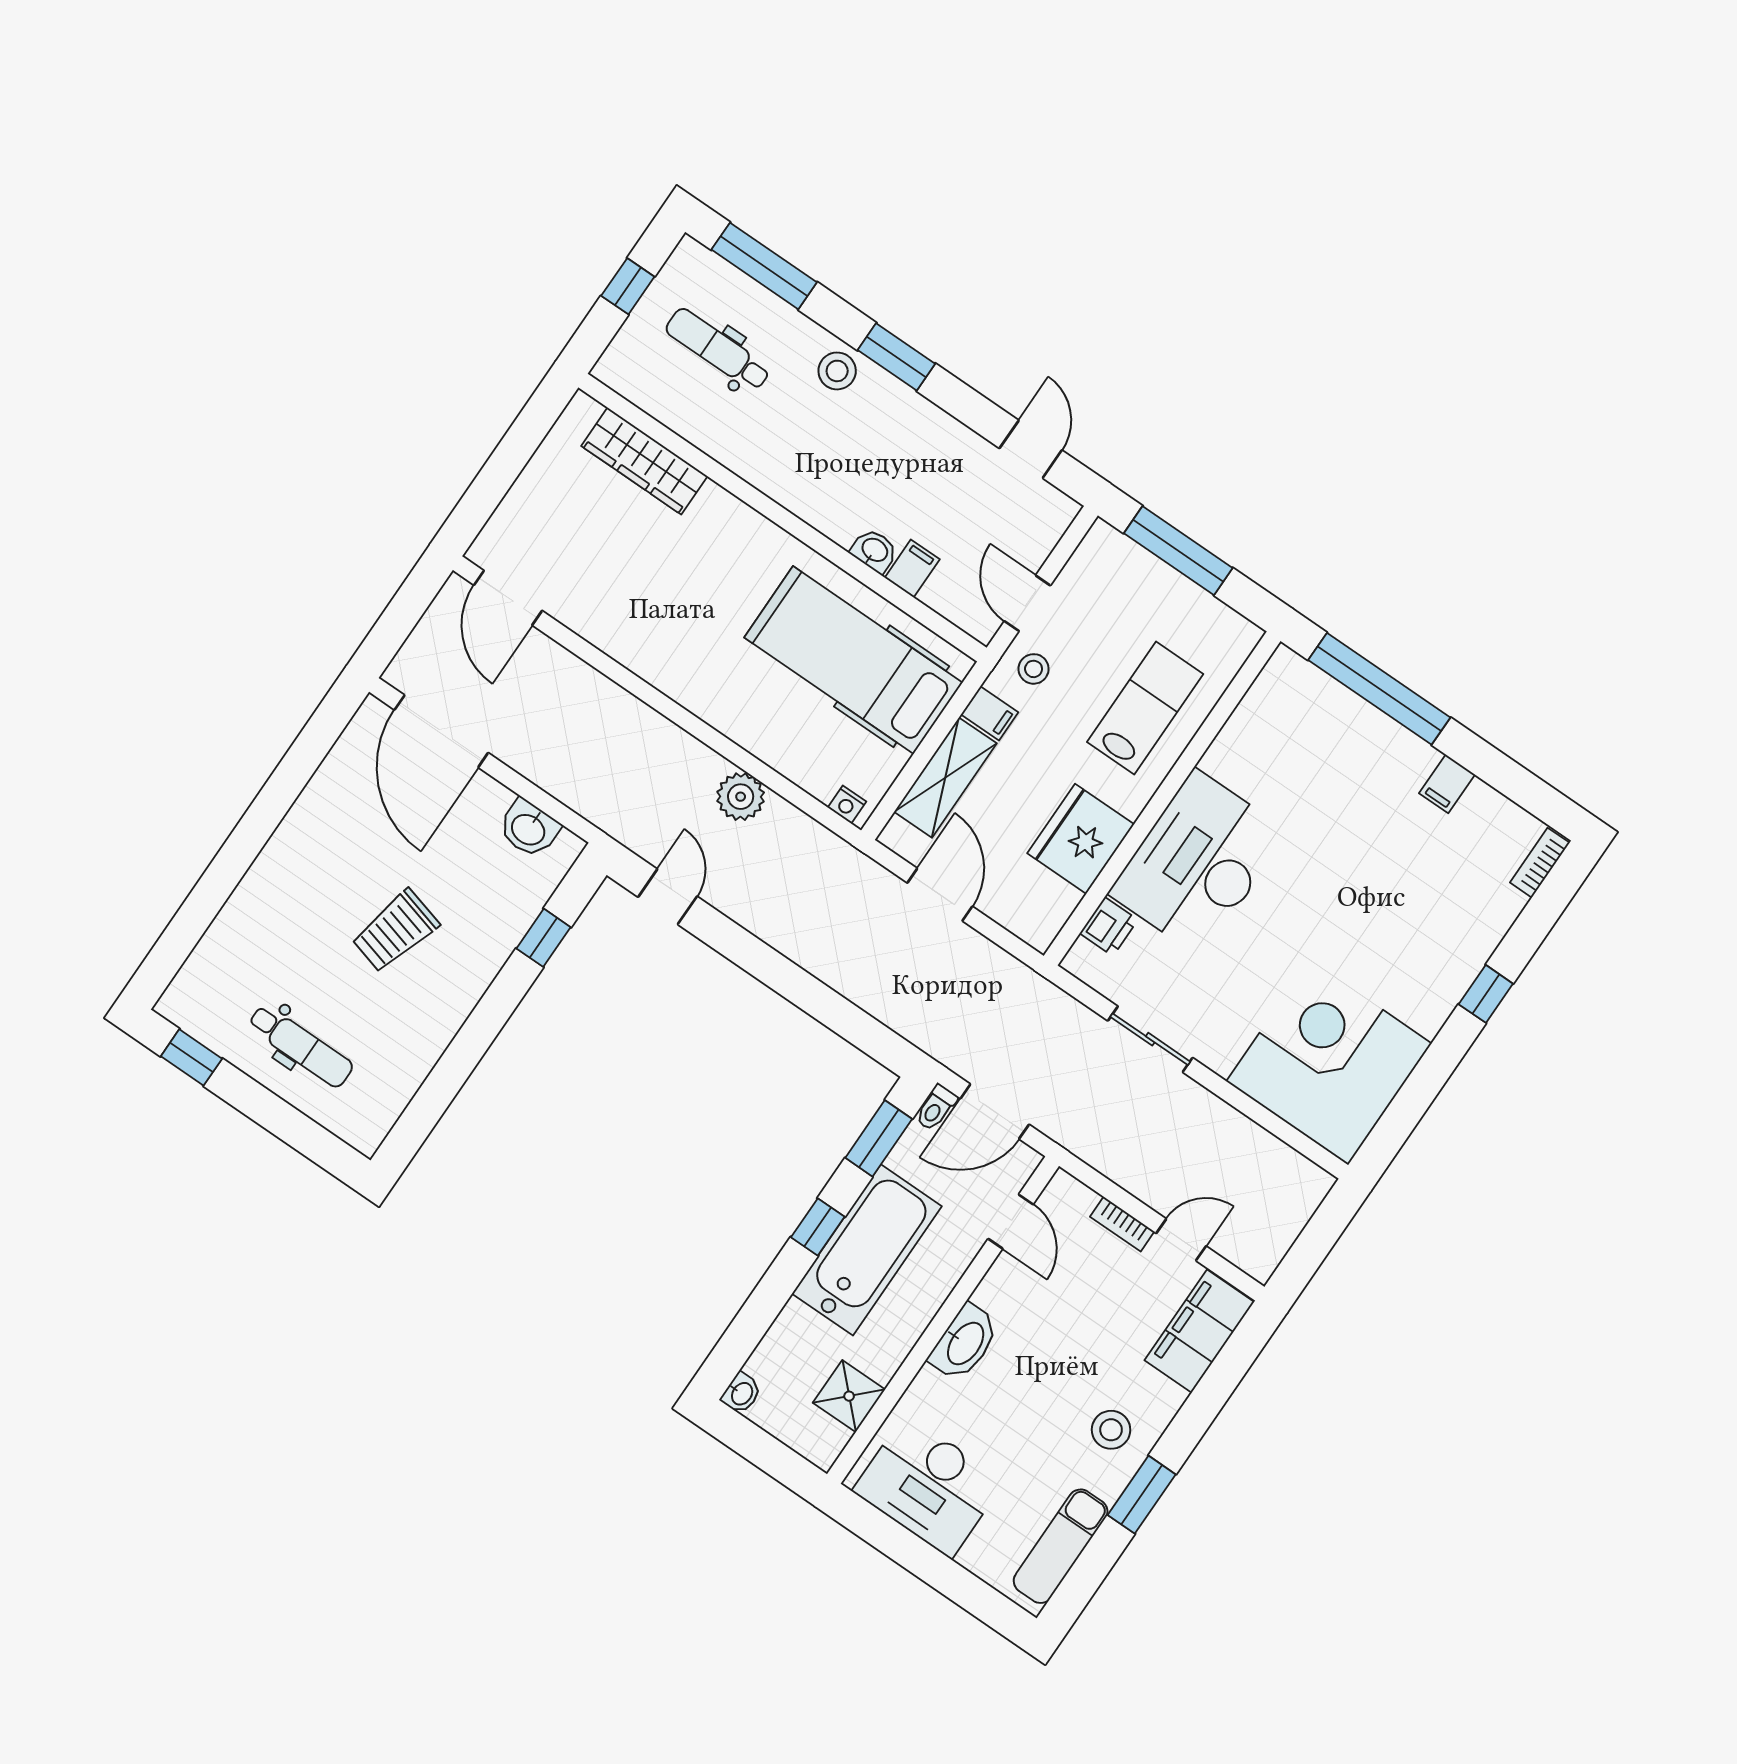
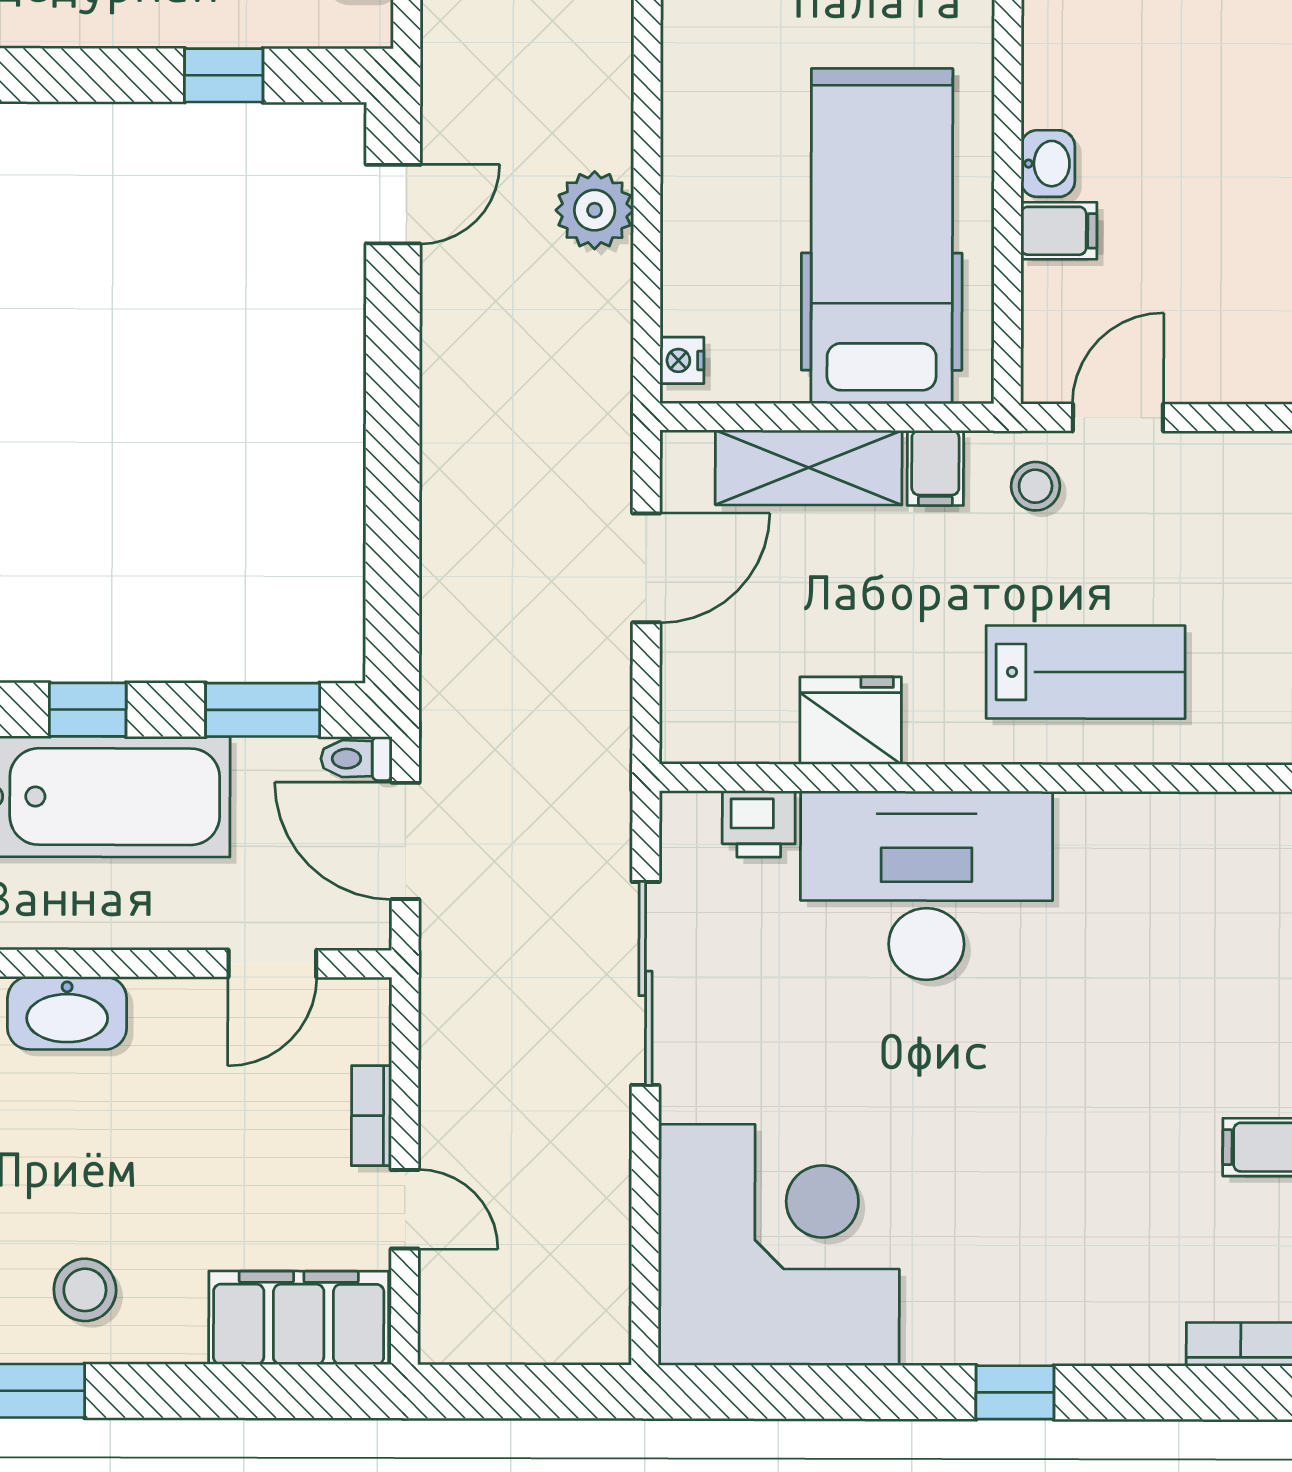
fridge: (1081, 839) -> (851, 721), width x0.73, depth x0.75
sliding door: (1150, 1039) -> (646, 983), width x1.37

